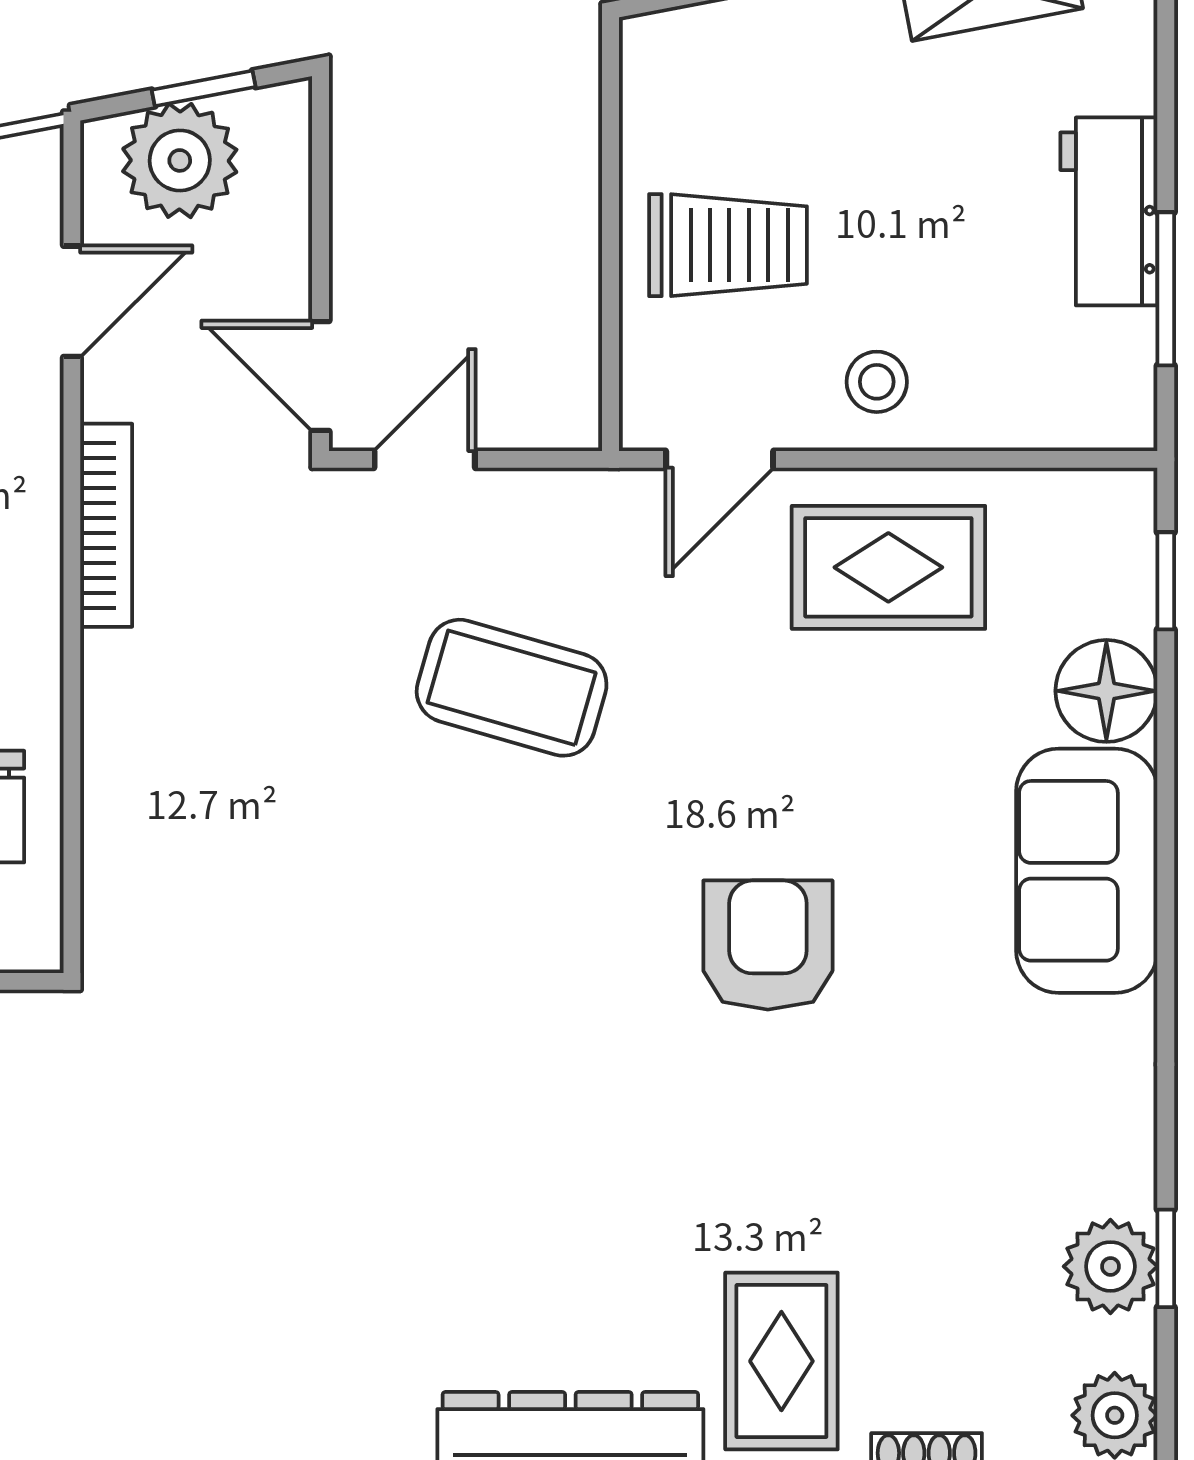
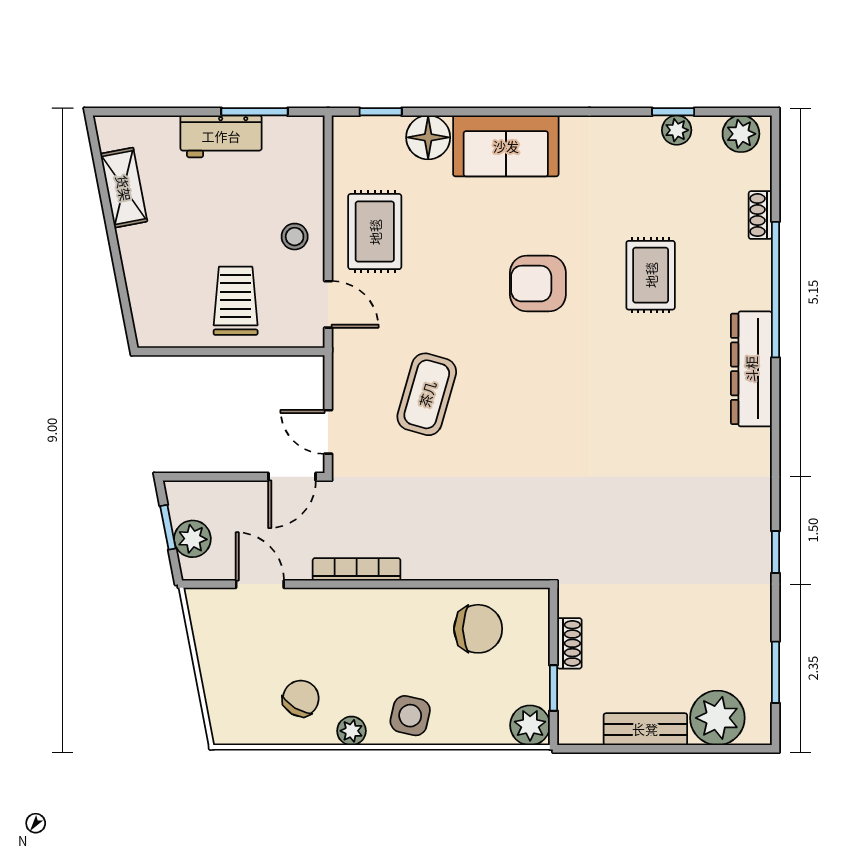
plant: (180, 160) -> (192, 539), width x0.73, depth x0.73
plant: (1110, 1266) -> (677, 130), width x0.73, depth x0.73
rug: (781, 1361) -> (651, 275), moved, turned 90

